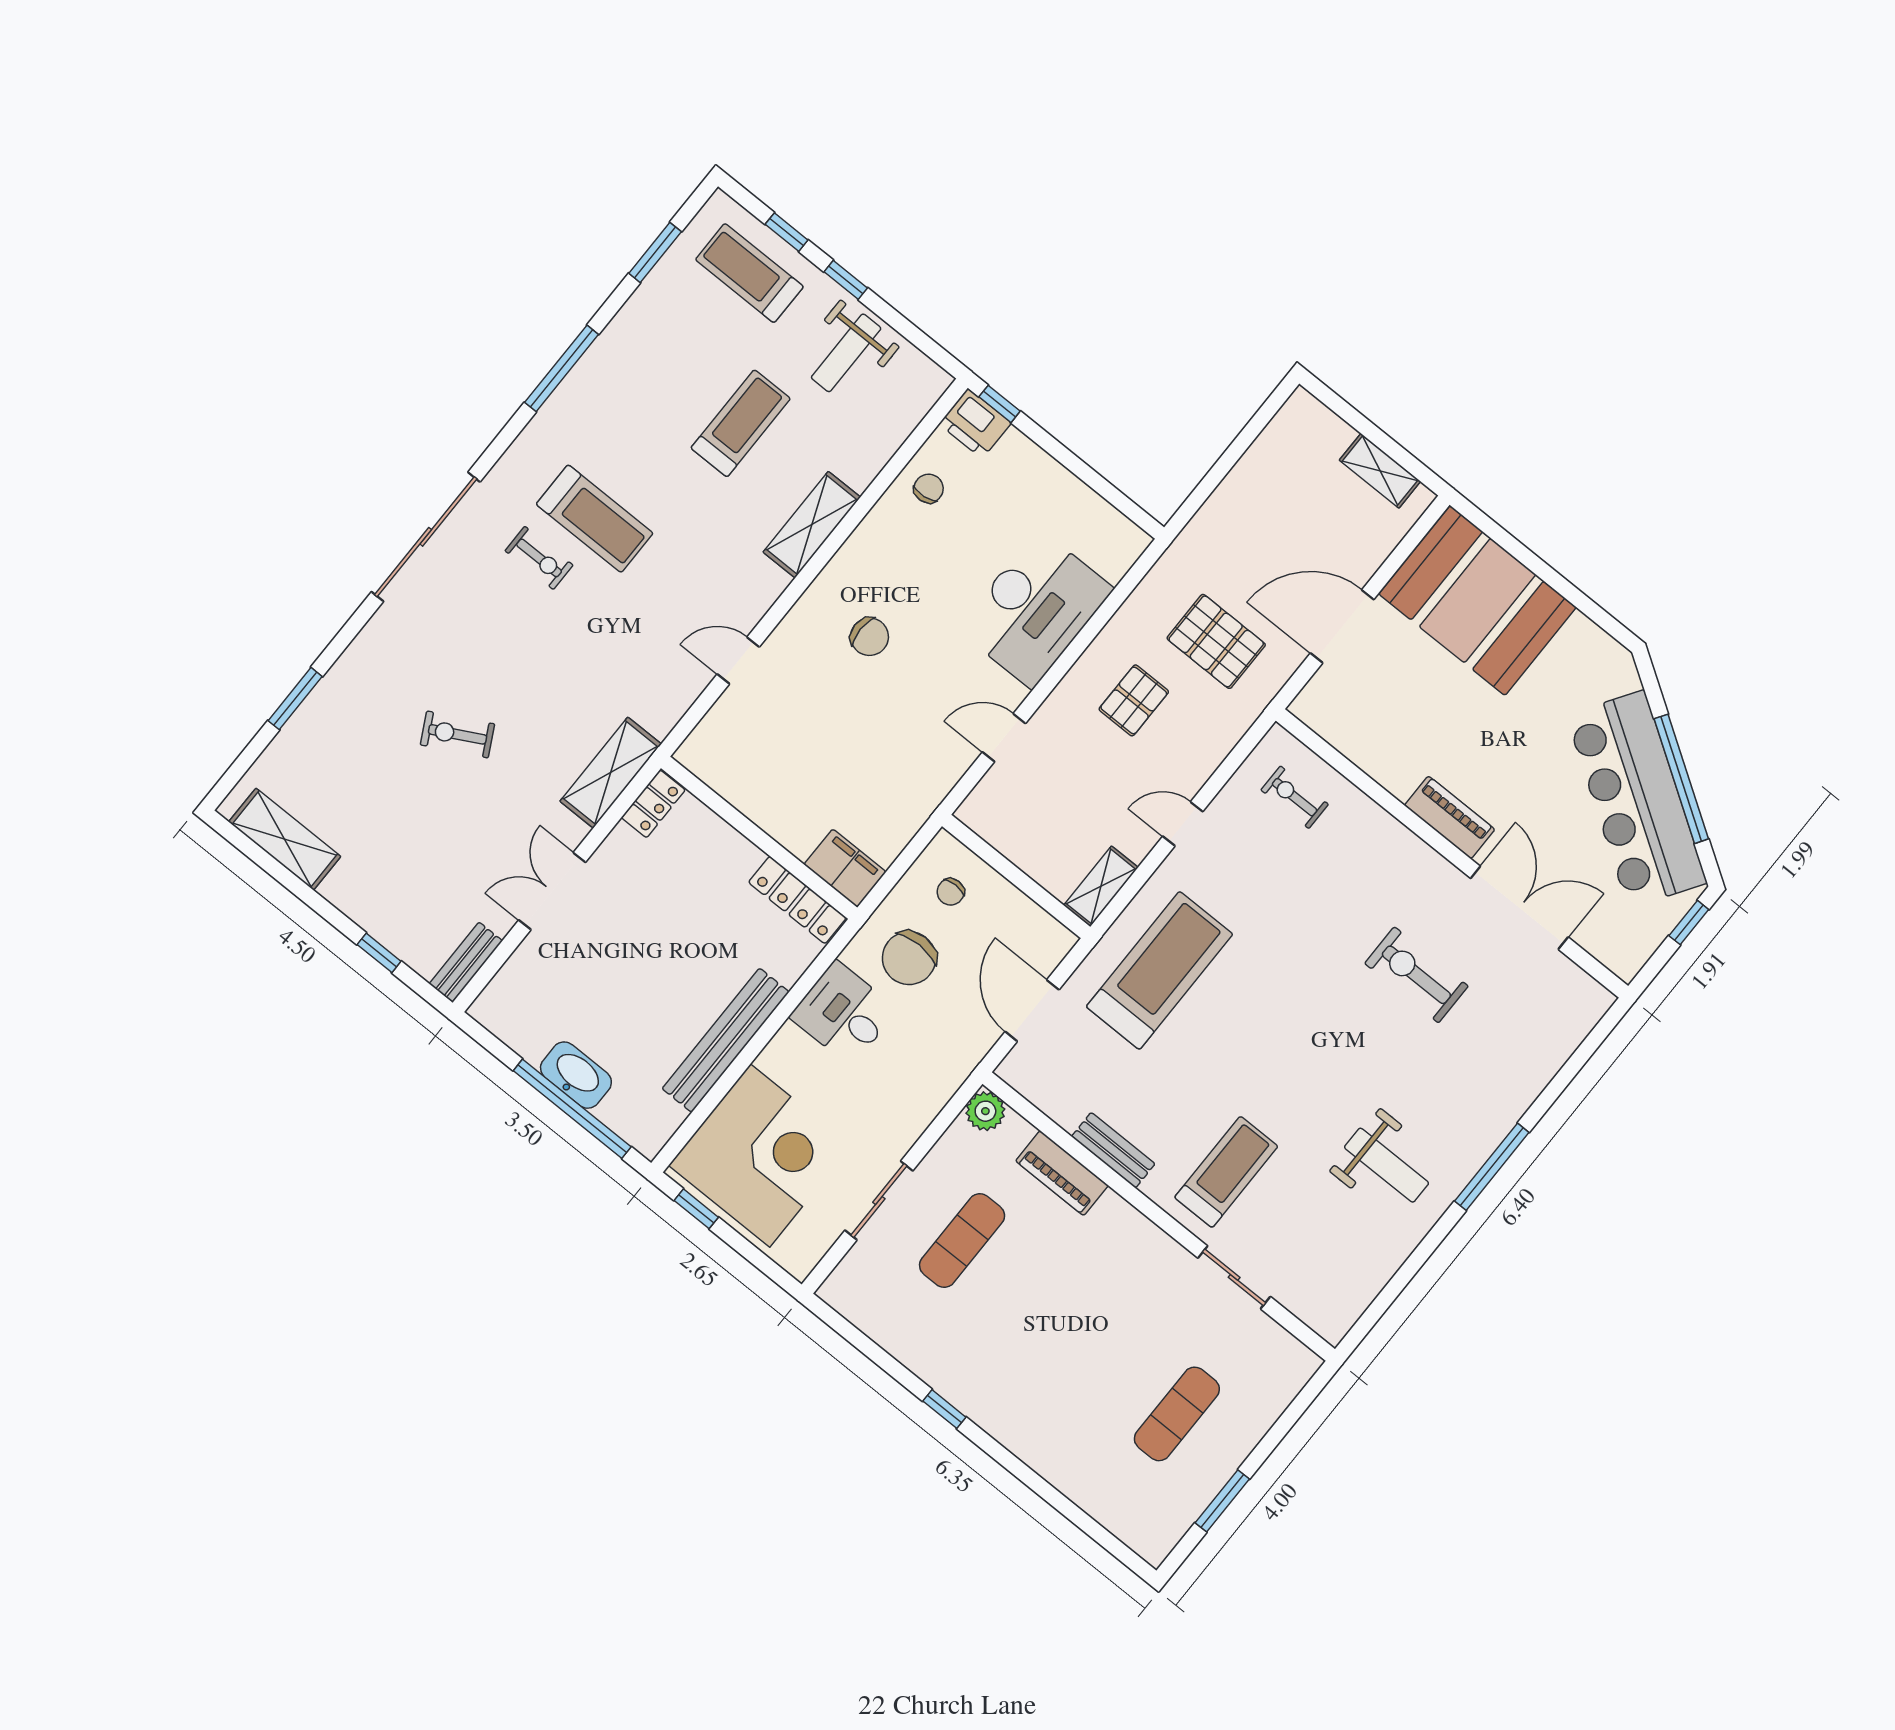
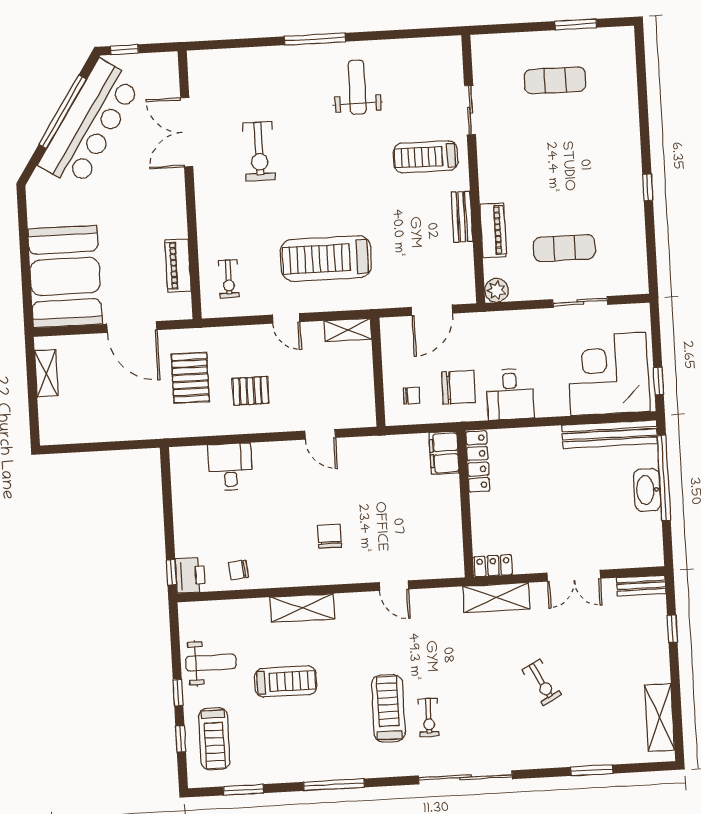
treadmill: (741, 423) -> (286, 681), turned 180
exercise bike: (539, 558) -> (429, 718), turned 180
desk: (1035, 609) -> (230, 467), width x0.53, depth x0.77
piano: (1450, 817) -> (178, 265), moved
treadmill: (1160, 970) -> (326, 258), moved
bench: (726, 1040) -> (610, 434), moved

